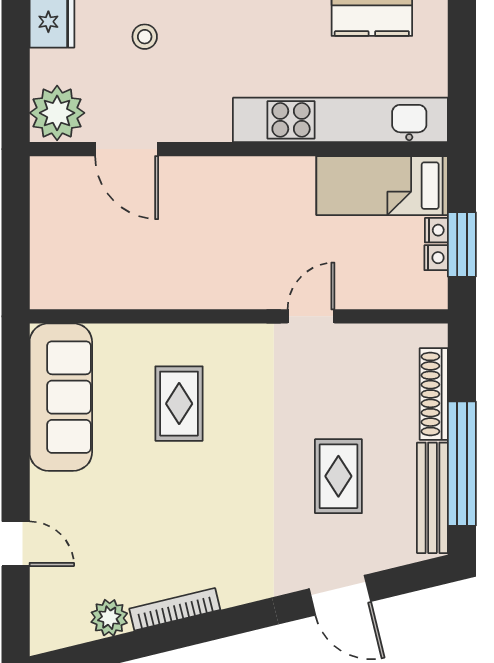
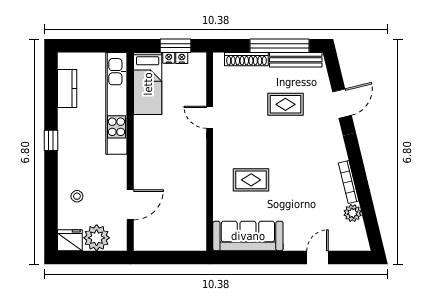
plant: (57, 113) -> (97, 238), moved

